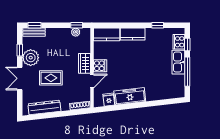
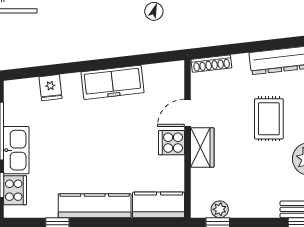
kitchen counter: (133, 34) -> (95, 206), width x1.50
rug: (51, 78) -> (269, 119), turned 90
fridge: (109, 100) -> (50, 88), moved

